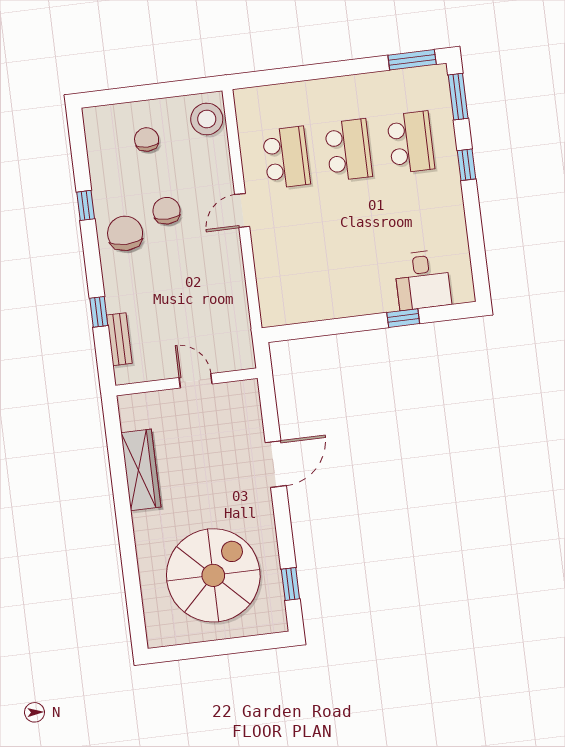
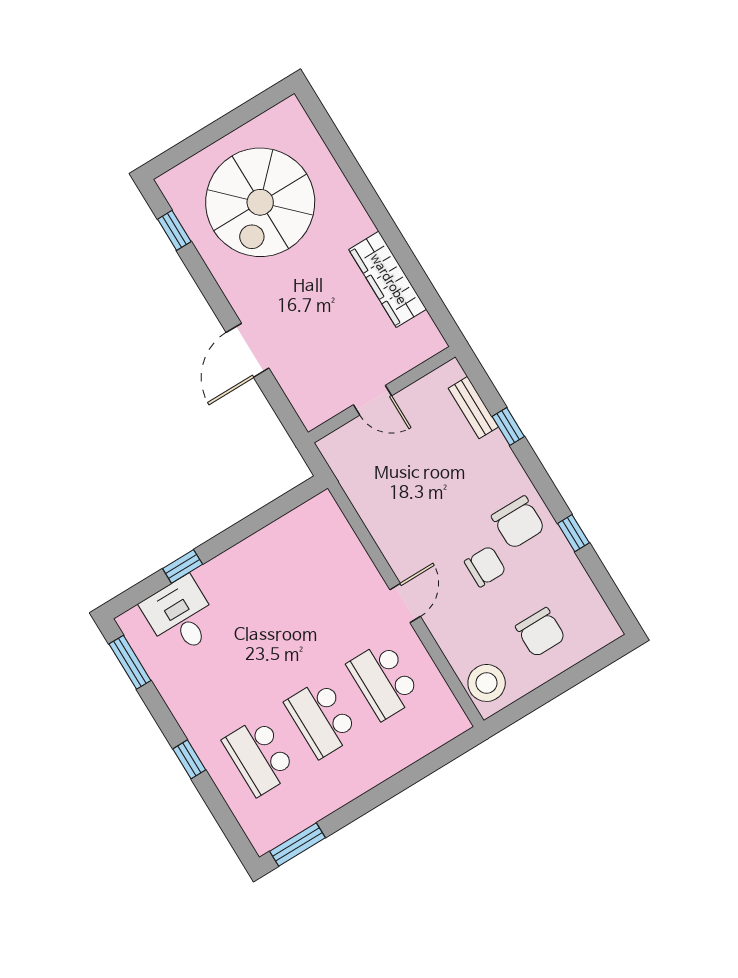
window: (458, 97) -> (130, 662), moved
chair: (147, 139) -> (540, 632), width x1.37, depth x1.37
chair: (166, 211) -> (485, 566), turned -90

